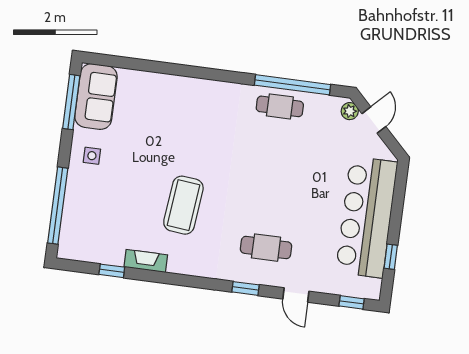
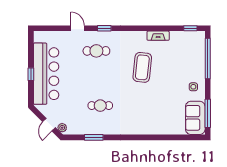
window: (293, 85) -> (94, 137), width x0.47
cafe table: (280, 106) -> (100, 106), moved
window: (391, 257) -> (31, 74), moved
window: (112, 271) -> (190, 28), moved
window: (352, 302) -> (48, 28), removed

